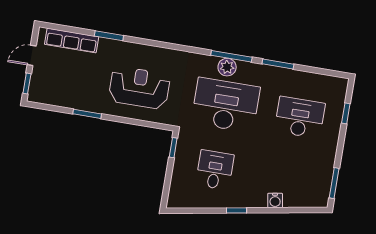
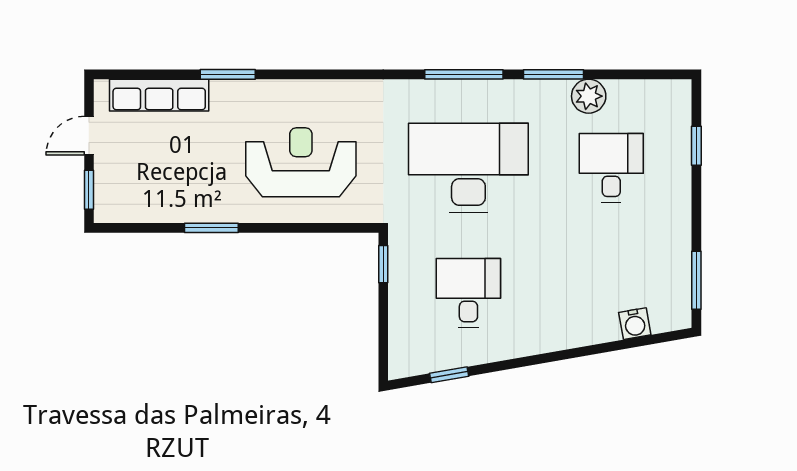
plant: (227, 67) -> (589, 96), moved
desk: (300, 117) -> (611, 168), width x0.73
water cooler: (275, 200) -> (635, 324), moved
window: (236, 210) -> (449, 375), moved

